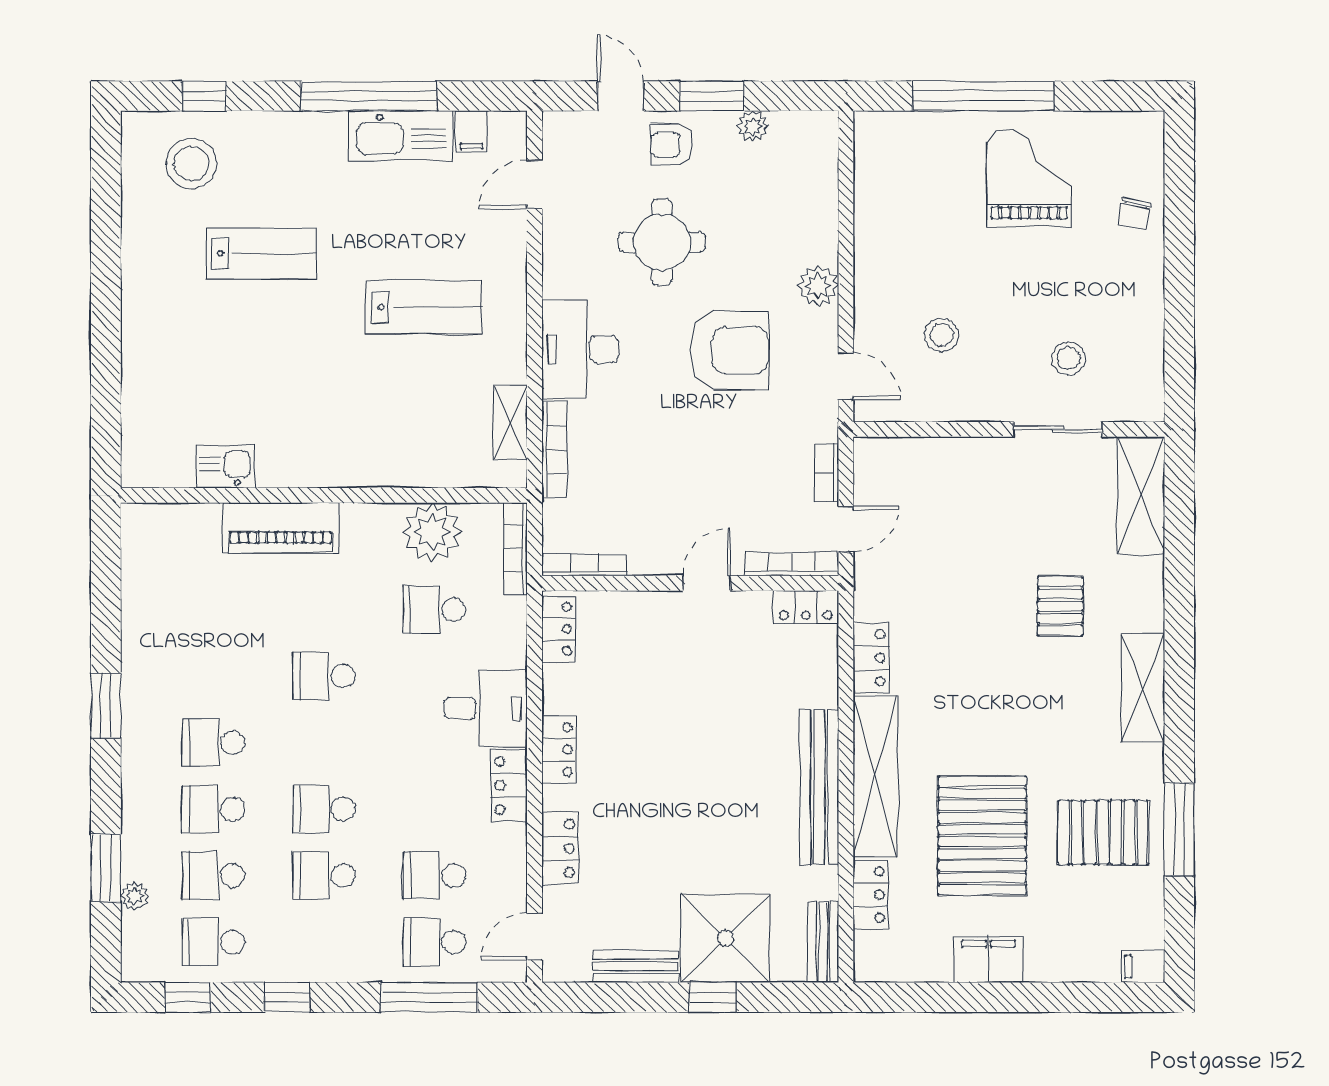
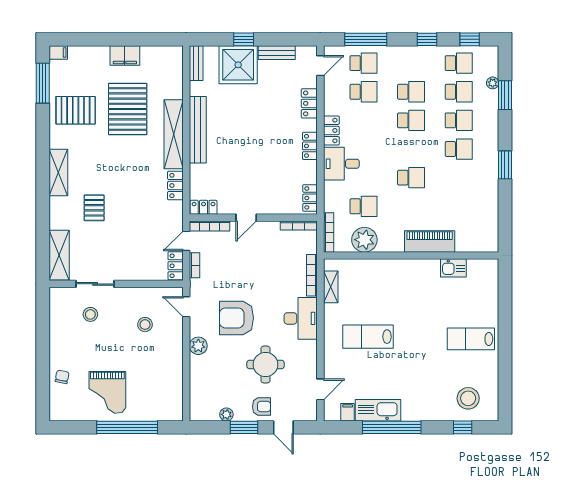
lab bench: (261, 253) -> (471, 339), moved
window: (1179, 829) -> (43, 83), moved
locker: (871, 895) -> (176, 266), moved

